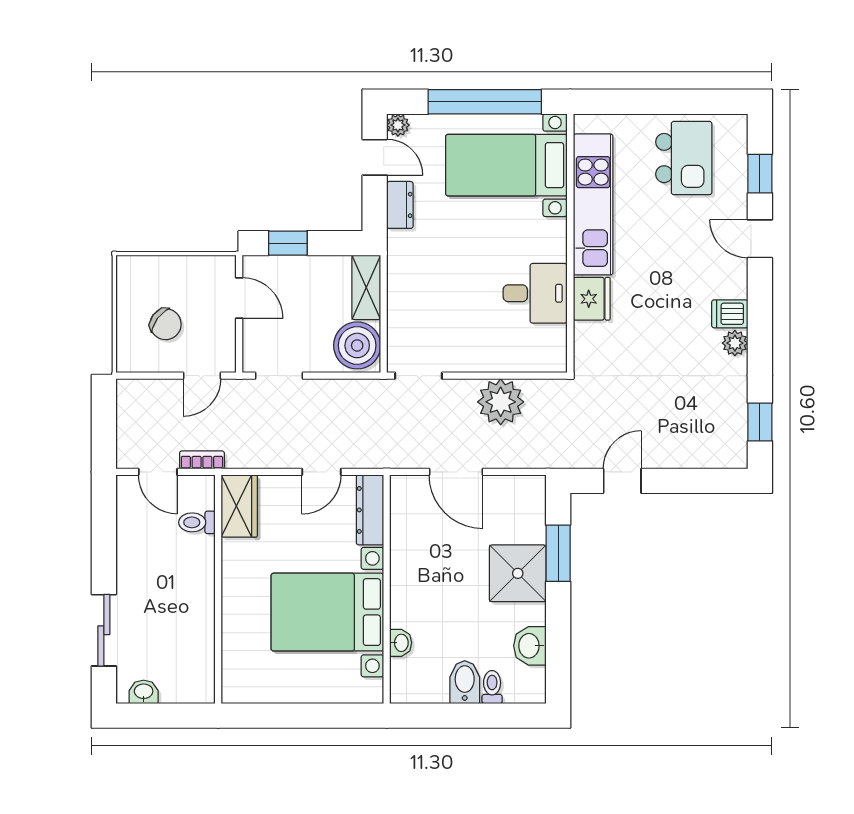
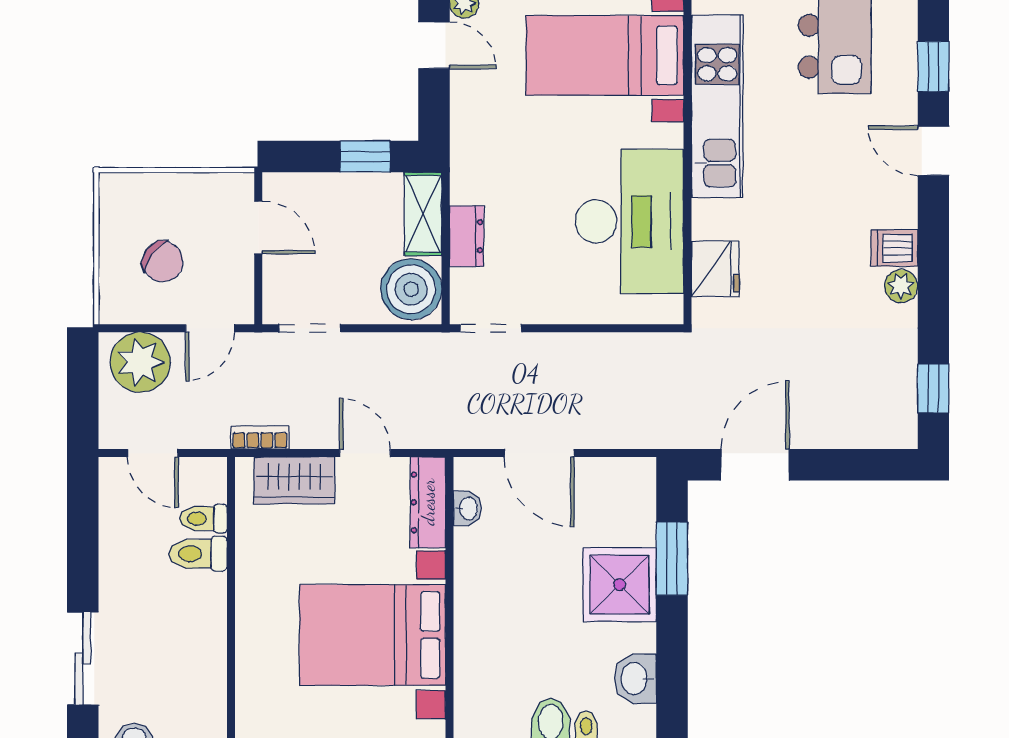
dresser: (400, 205) -> (467, 236), moved
window: (288, 243) -> (365, 157), moved
desk: (535, 293) -> (630, 221), width x1.87, depth x1.30
fridge: (592, 299) -> (715, 269), moved
plant: (501, 402) -> (140, 362), moved
bookcase: (202, 460) -> (260, 438), moved
door: (322, 472) -> (365, 453), swing flipped
door: (622, 481) -> (755, 465), width x1.38
wardrobe: (239, 506) -> (294, 480), moved, turned 90
toilet: (193, 550) -> (198, 554), added
washbasin: (401, 643) -> (468, 508), moved

